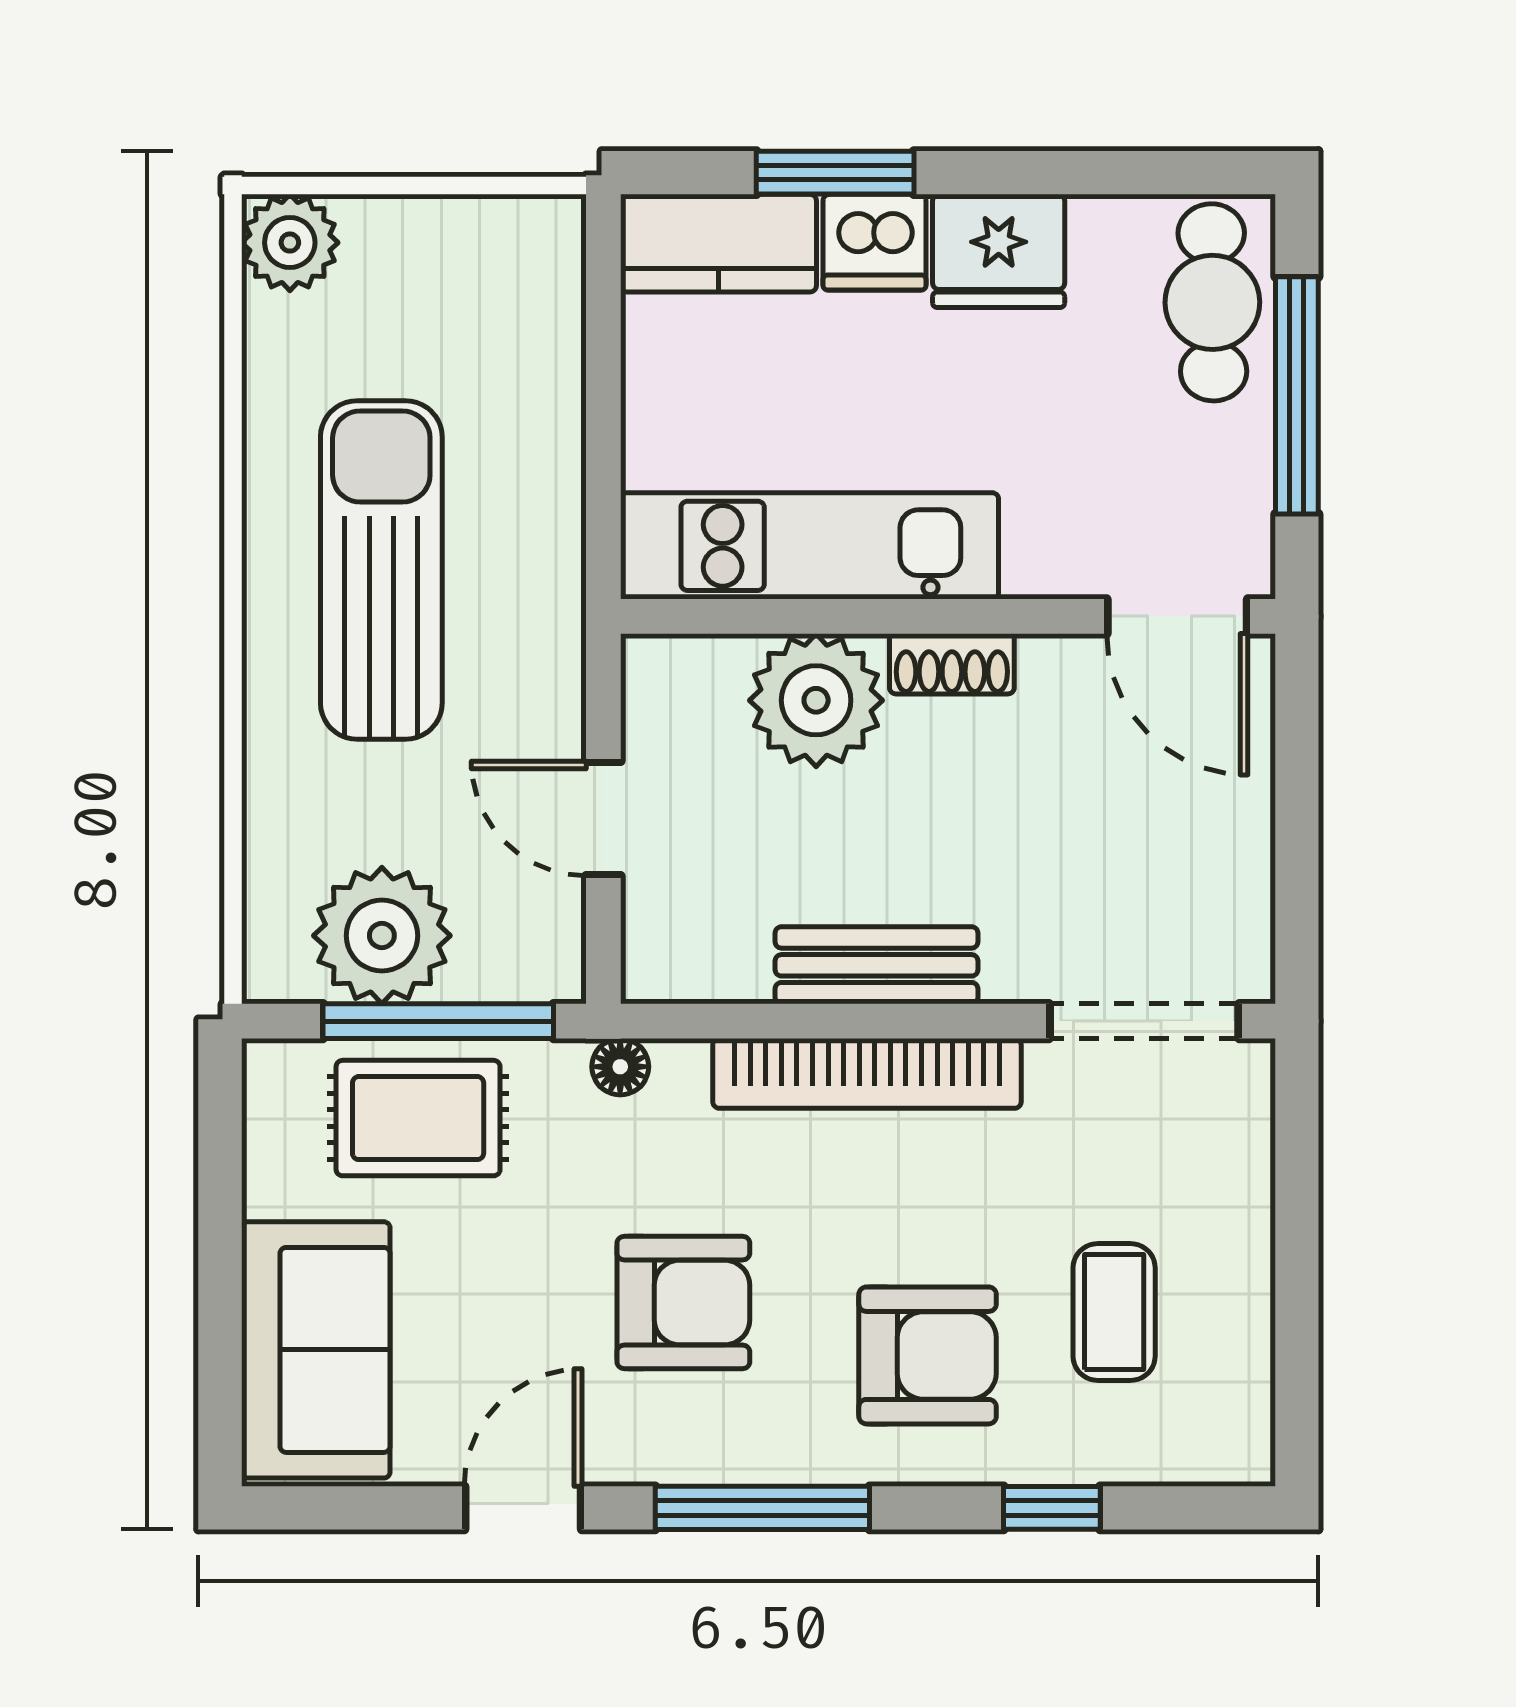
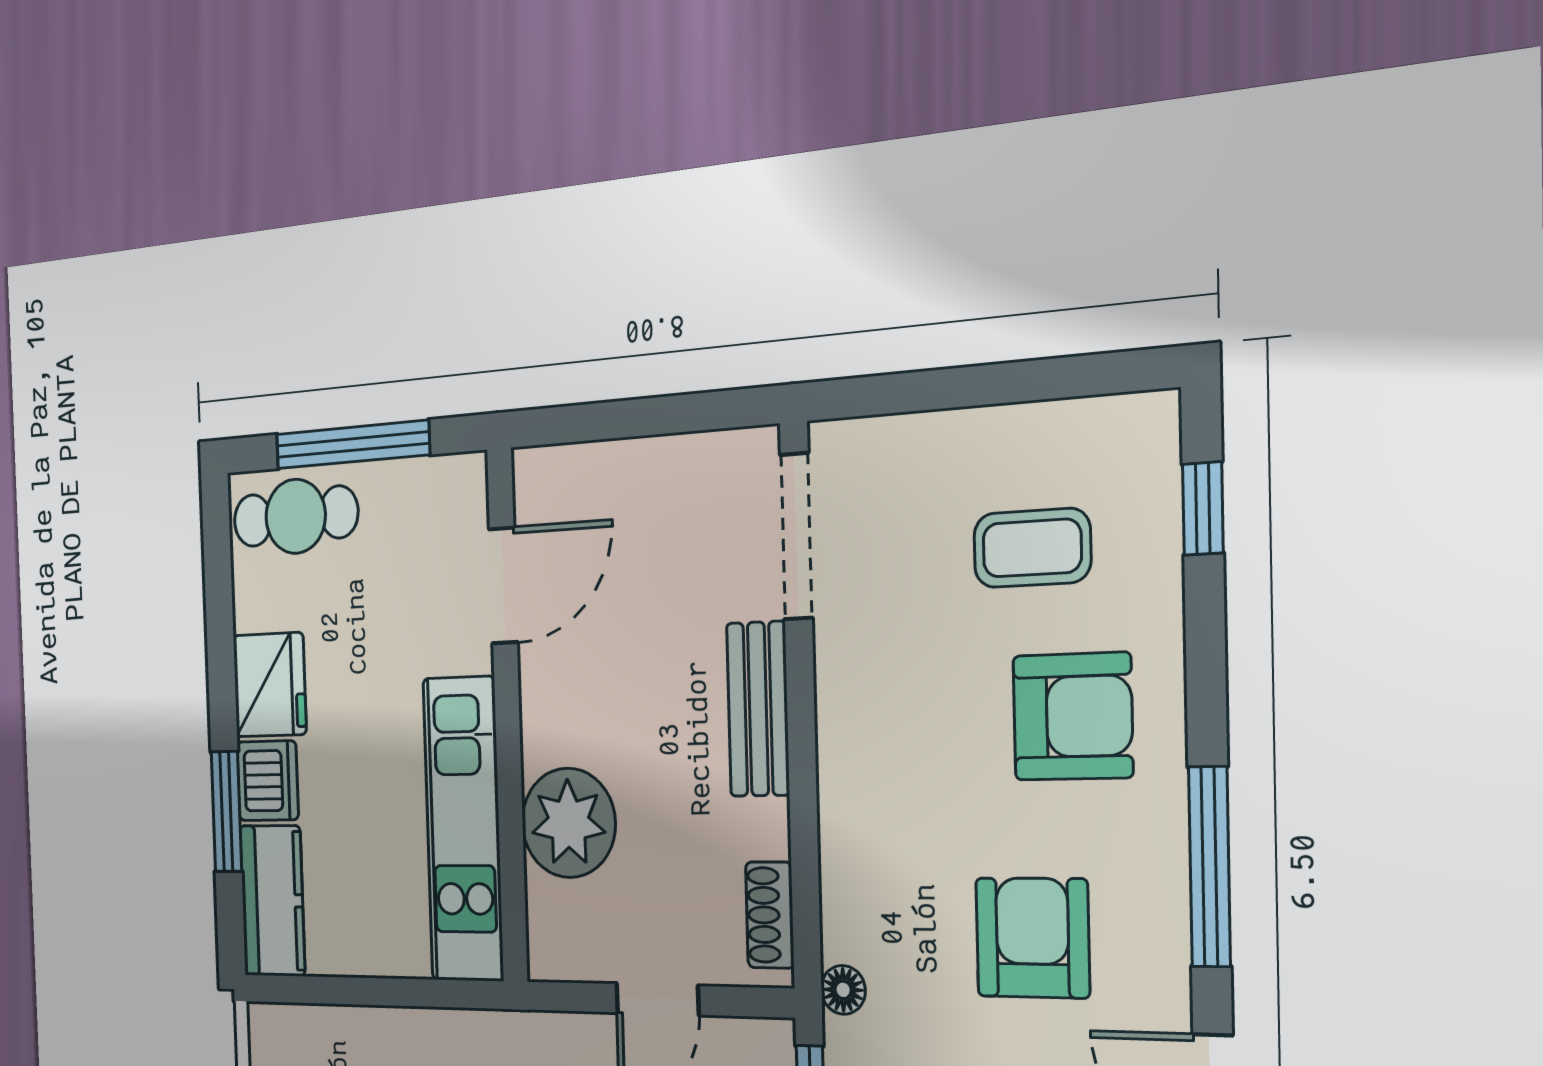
door: (1177, 616) -> (503, 586), moved
shoe rack: (952, 664) -> (770, 915), moved, turned 180
bench: (876, 965) -> (758, 709), moved
bookcase: (867, 1073) -> (843, 776), removed
armchair: (928, 1355) -> (1073, 716), turned 90
window: (1052, 1508) -> (1203, 509), moved

